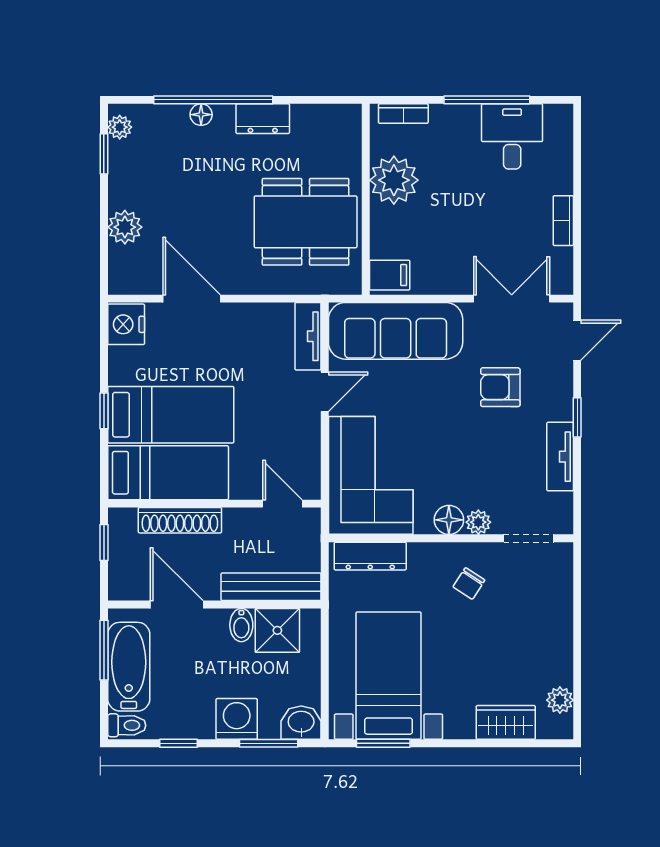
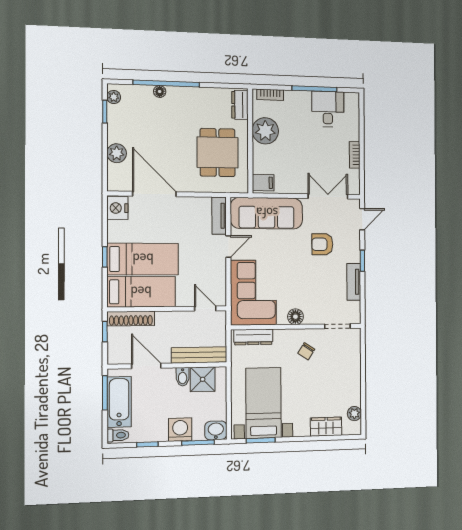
dresser: (263, 119) -> (240, 105), moved, turned 90
dining table: (306, 222) -> (218, 153), width x0.73
door: (192, 299) -> (154, 194), width x1.36
shoe rack: (180, 520) -> (131, 319), moved
plant: (478, 522) -> (311, 318), removed

